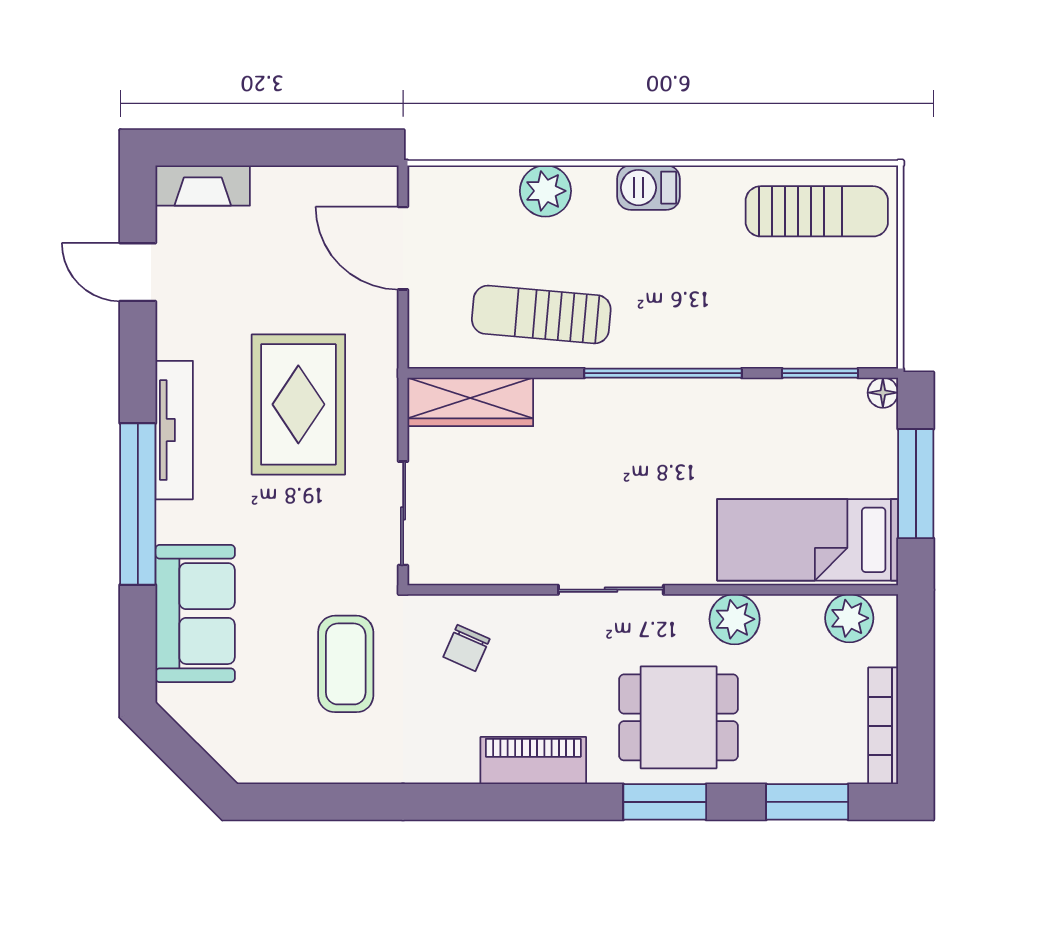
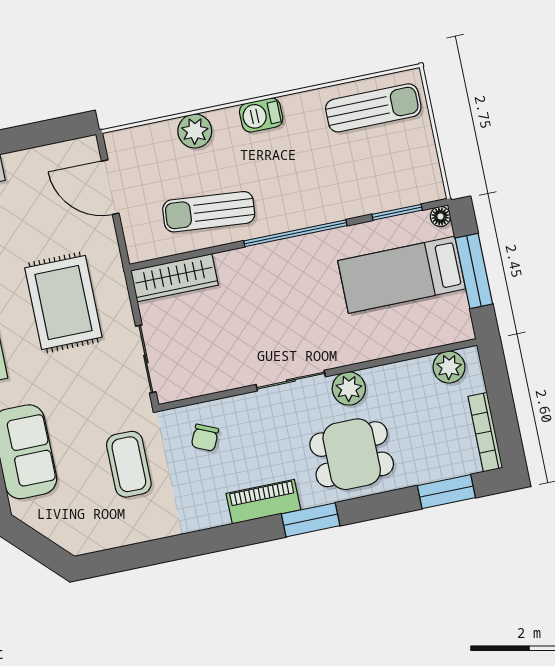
bed: (808, 540) -> (402, 275), moved
plant: (735, 619) -> (349, 388), moved
window: (665, 802) -> (311, 520), moved

